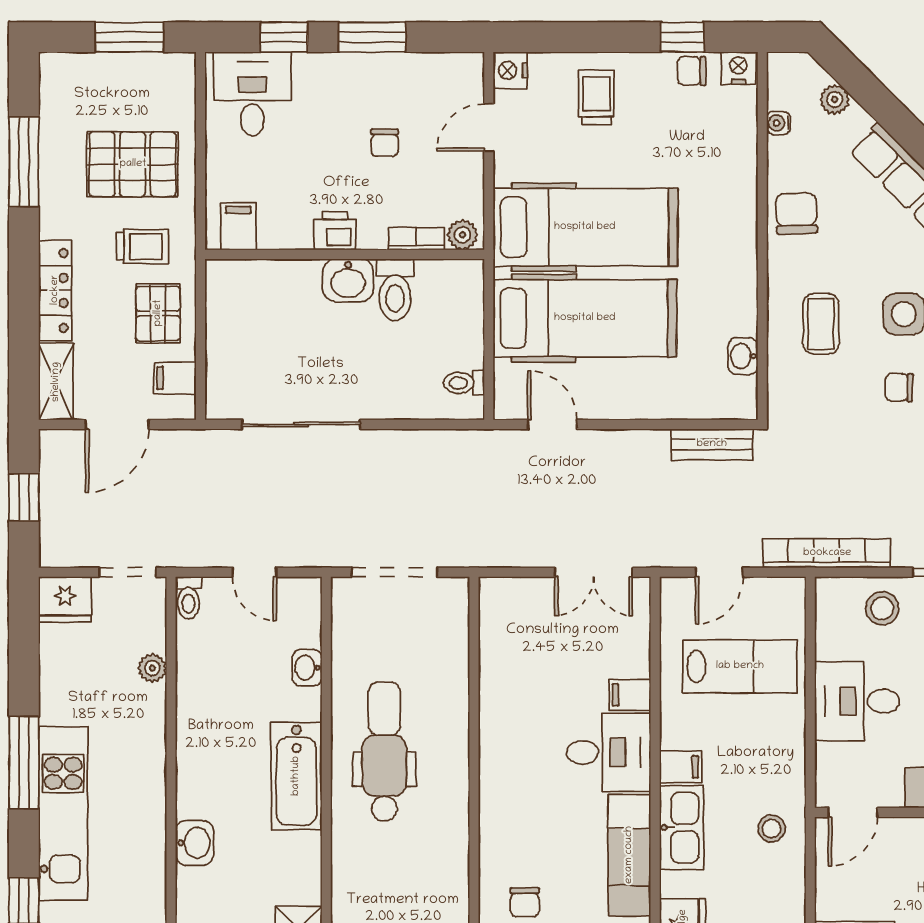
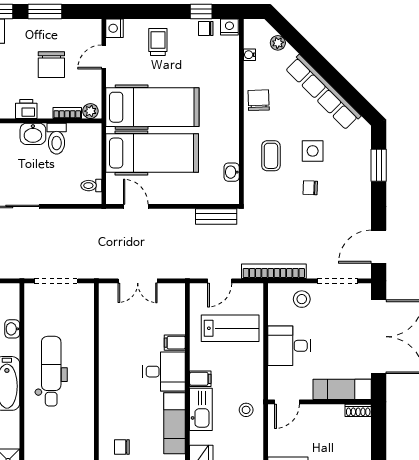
chair: (385, 143) -> (51, 65), width x1.87, depth x1.87
double door: (593, 572) -> (138, 281), moved
chair: (525, 902) -> (122, 447), turned 90

